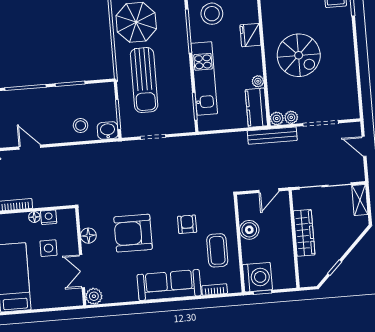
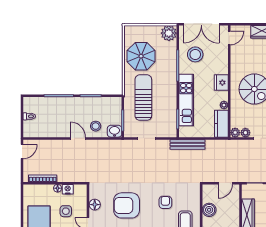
fridge: (250, 35) -> (221, 83), moved
sun lounger: (144, 80) -> (143, 98), turned 180
bench: (272, 136) -> (187, 144), moved
door: (30, 147) -> (78, 138), moved

